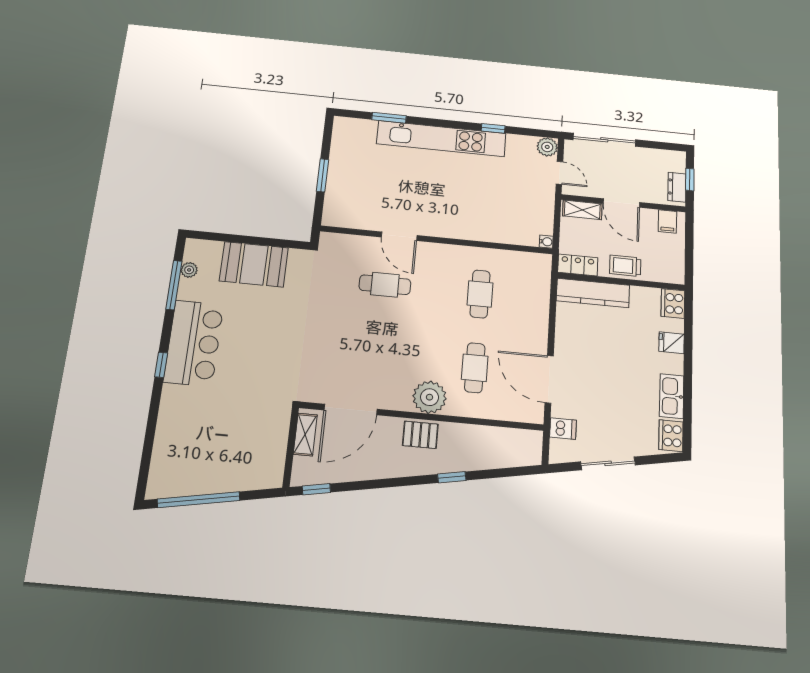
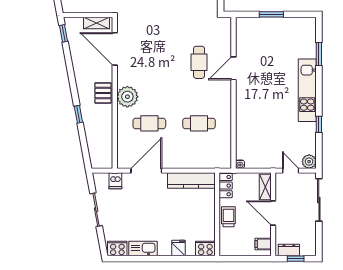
kitchen unit: (441, 139) -> (307, 90), width x0.73
door: (559, 173) -> (291, 171), swing flipped
door: (621, 203) -> (273, 213), hinge flipped
kitchen counter: (593, 293) -> (191, 181), moved, turned -90

